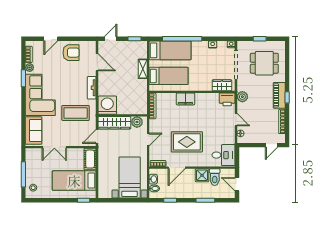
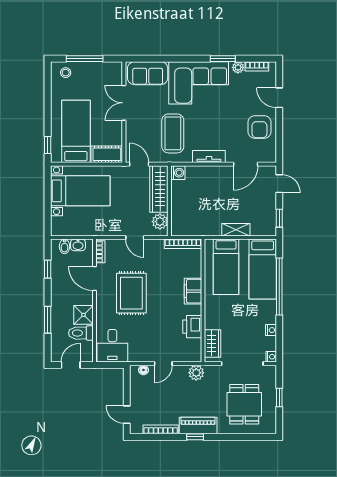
printer: (227, 99) -> (192, 327), moved
washing machine: (107, 105) -> (178, 173), width x0.53, depth x0.53
bed with nightstands: (130, 178) -> (80, 191), moved

